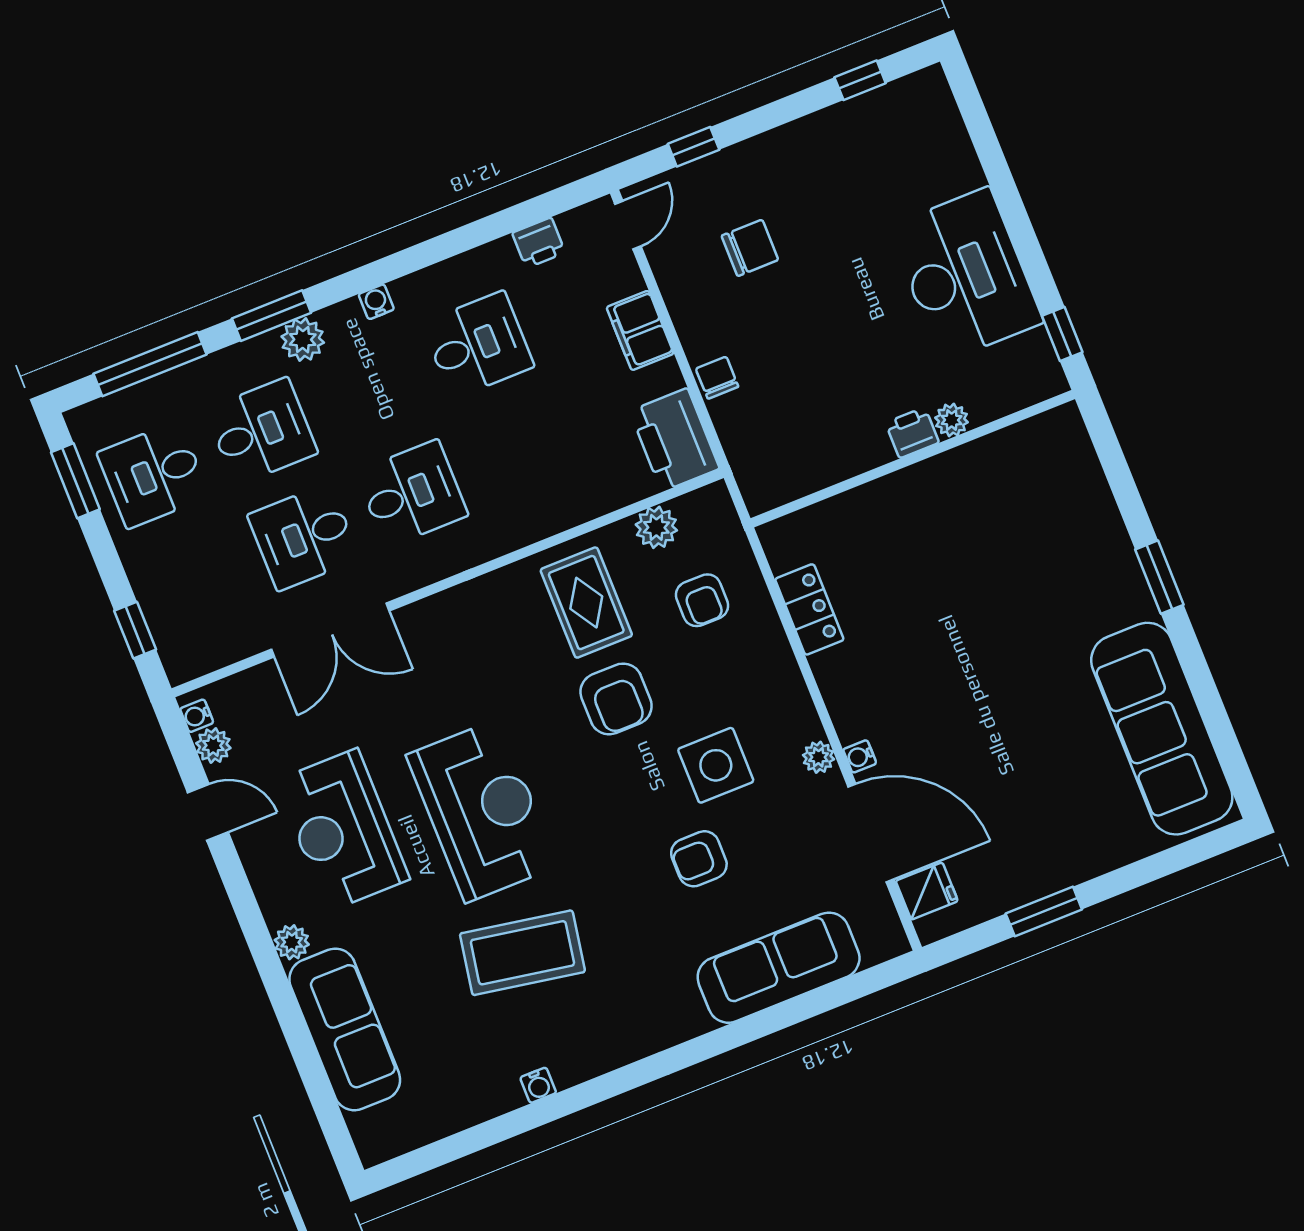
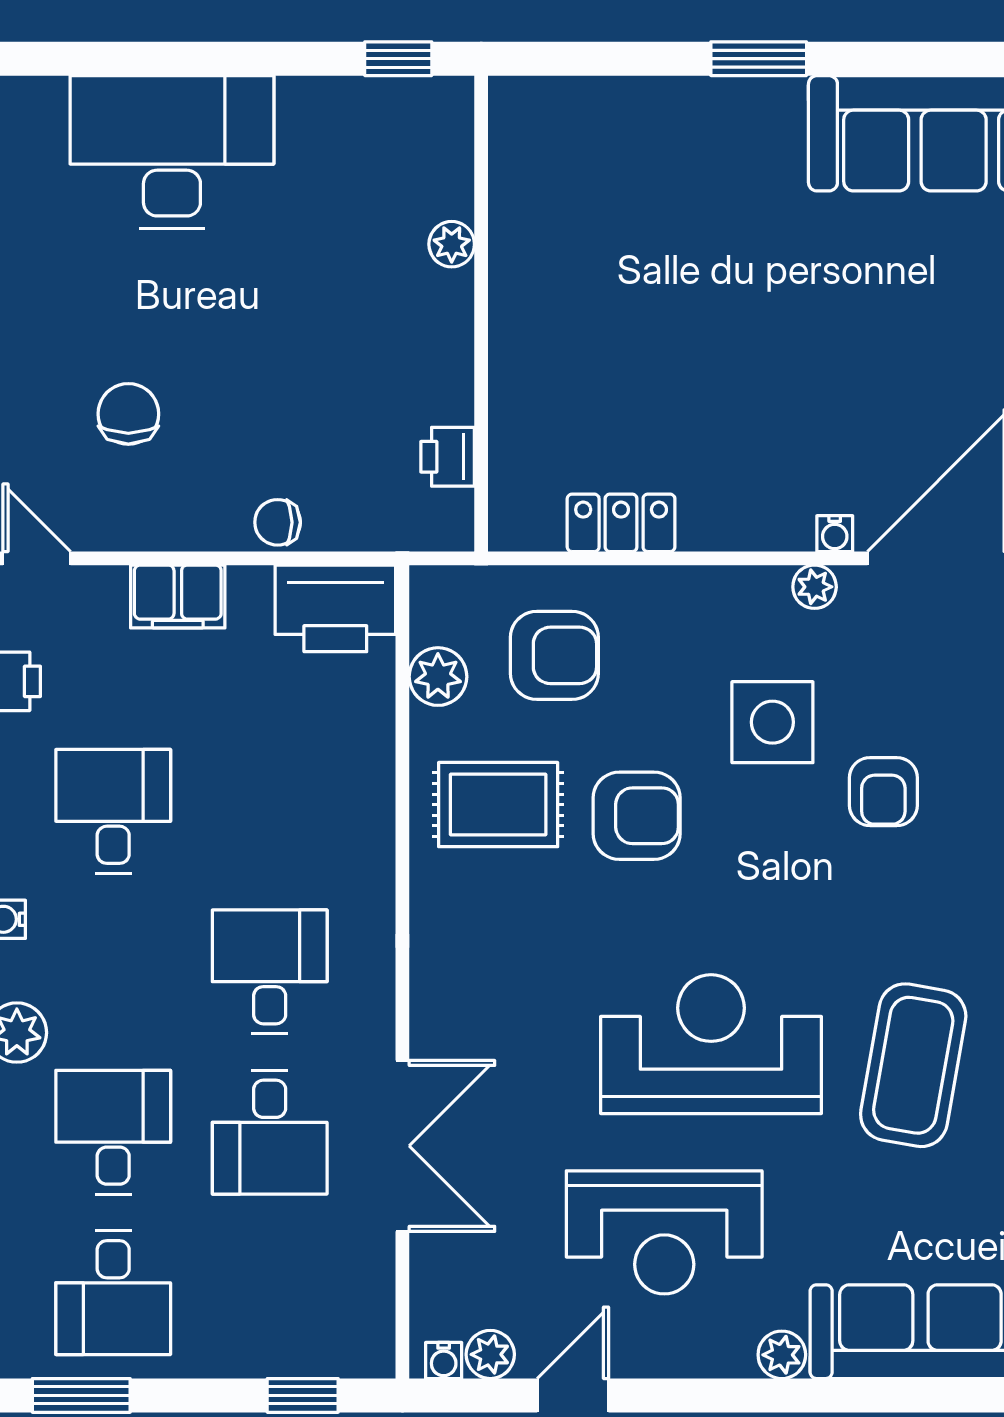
desk: (966, 275) -> (172, 152), moved
printer: (912, 433) -> (448, 457), moved
armchair: (702, 600) -> (554, 655), width x1.38, depth x1.38

